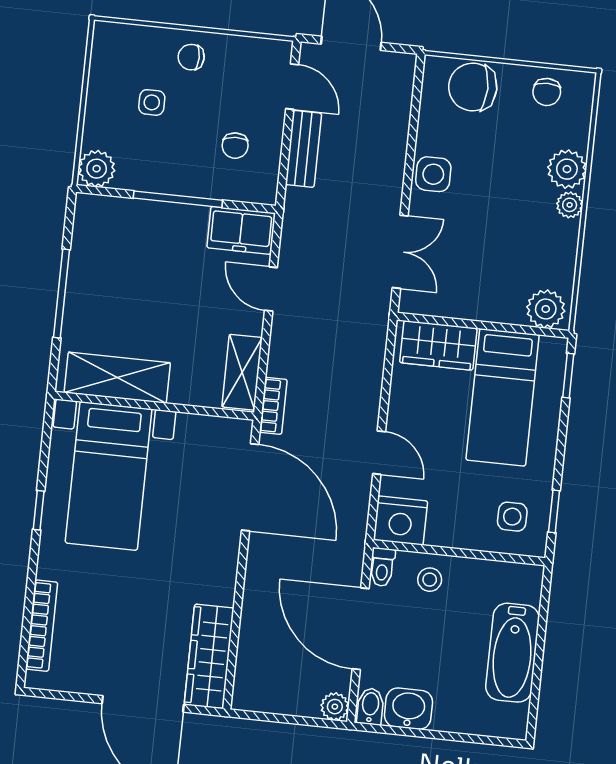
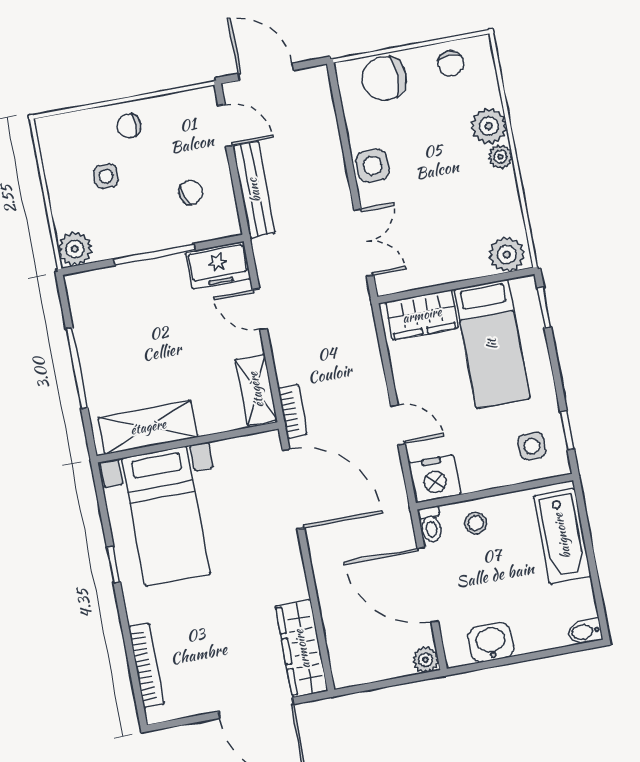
chair: (235, 146) -> (191, 192), turned -107
bench: (303, 149) -> (254, 190), width x1.36
bathtub: (513, 653) -> (562, 536), moved
bidet: (370, 706) -> (585, 632), moved, turned -90

